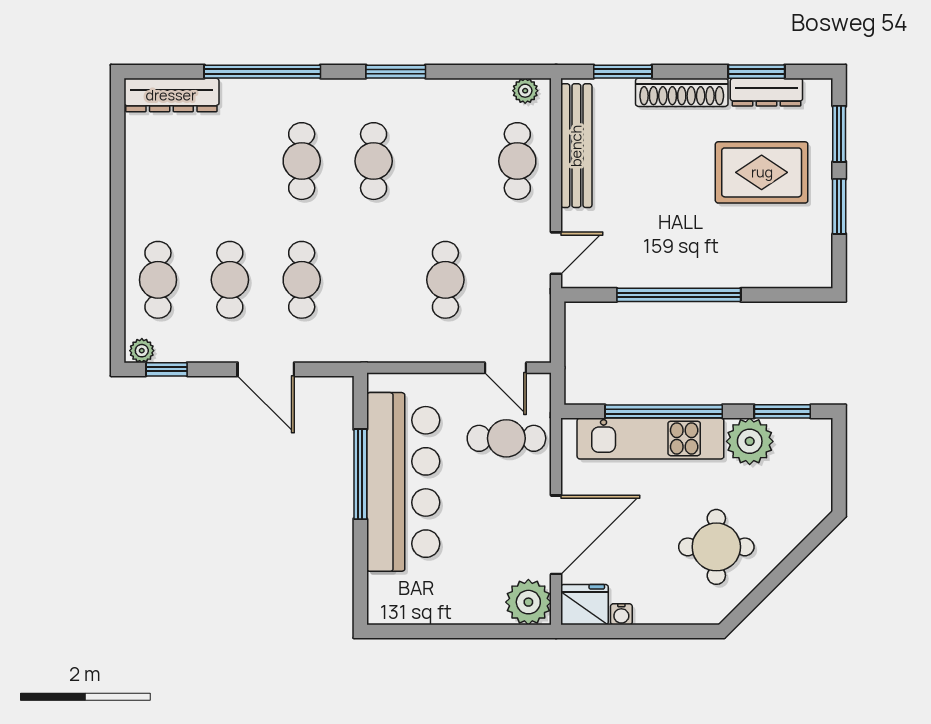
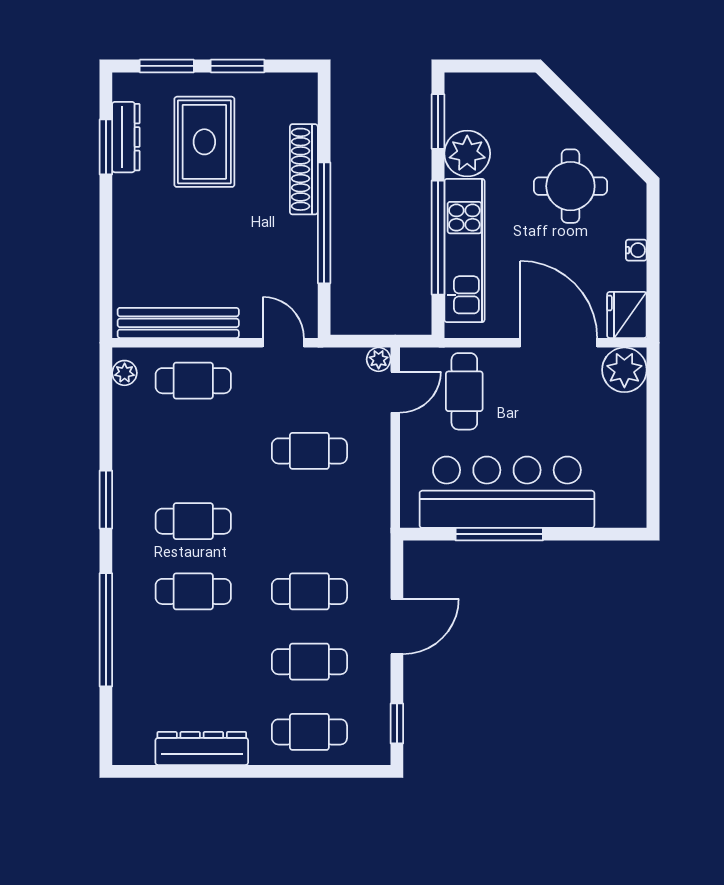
window: (623, 72) -> (106, 278), removed
shoe rack: (682, 92) -> (304, 169), moved, turned 180
dresser: (171, 95) -> (202, 749), moved, turned -90
plant: (142, 351) -> (379, 359), moved
water cooler: (621, 614) -> (636, 250), moved

